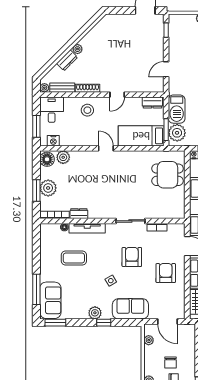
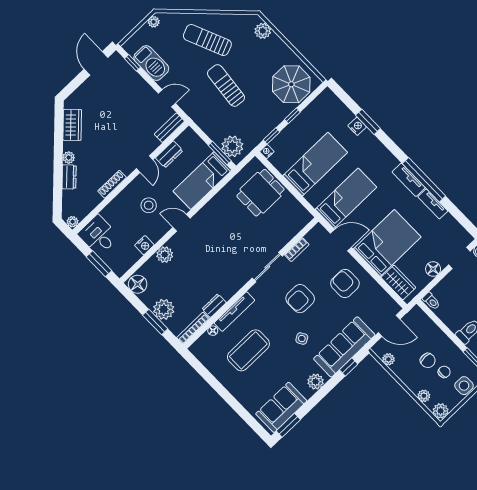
wardrobe: (97, 32) -> (72, 125), added
door: (166, 69) -> (167, 98), swing flipped
bench: (62, 88) -> (169, 128), moved
dresser: (152, 103) -> (169, 154), moved
barbecue: (177, 109) -> (151, 63), moved
stool: (87, 110) -> (149, 205), moved
nightstand: (53, 141) -> (144, 245), moved
plant: (63, 157) -> (165, 255), moved
armchair: (132, 257) -> (300, 299), turned -90
coffee table: (74, 258) -> (248, 350), width x1.36, depth x1.32
window: (36, 289) -> (242, 412), removed
sofa: (50, 300) -> (281, 407), moved, turned -90
sofa: (130, 309) -> (344, 347), width x1.36
window: (104, 323) -> (349, 367), moved

